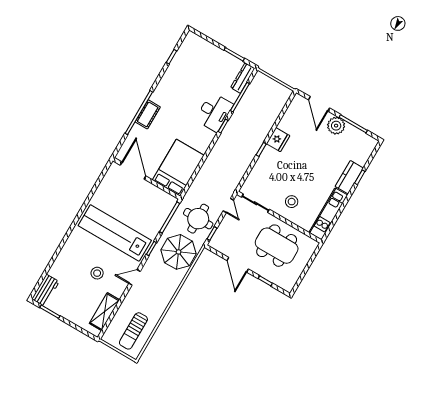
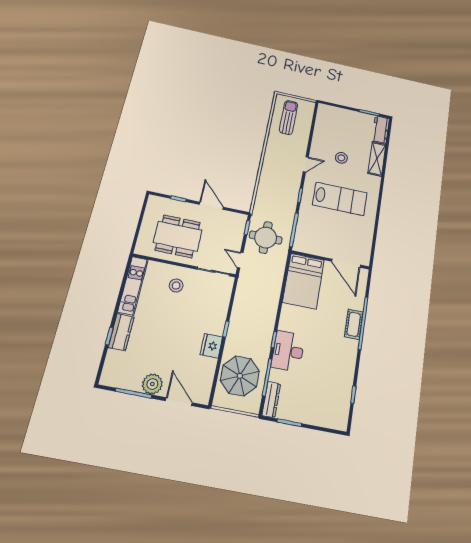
lab bench: (115, 233) -> (340, 199), width x0.73
parasol: (178, 252) -> (240, 376), moved
shelving: (104, 312) -> (377, 159), moved

